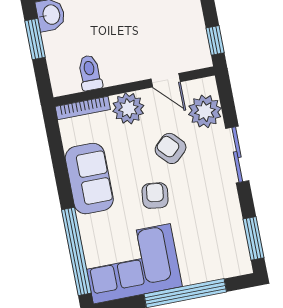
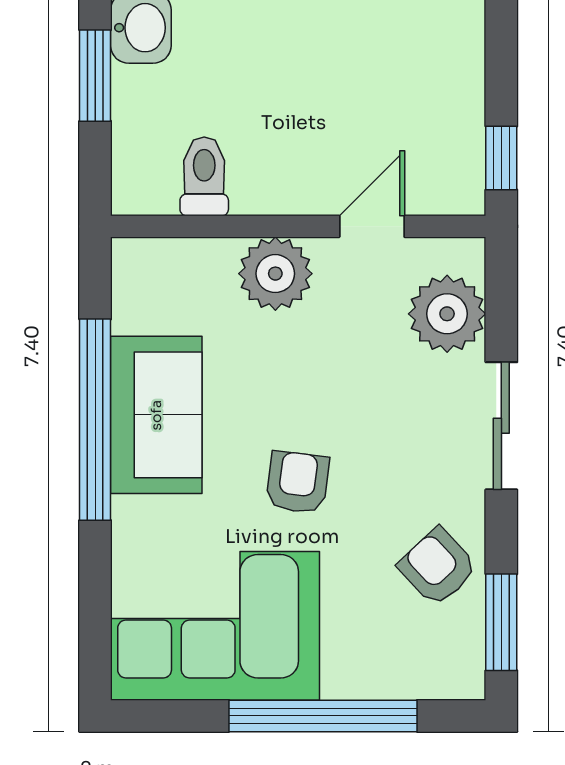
door: (166, 80) -> (372, 226), swing flipped
bookcase: (83, 108) -> (173, 253), removed
armchair: (171, 148) -> (438, 567), moved
window: (76, 251) -> (95, 420), moved

